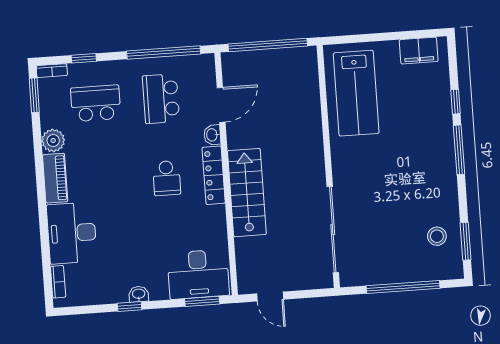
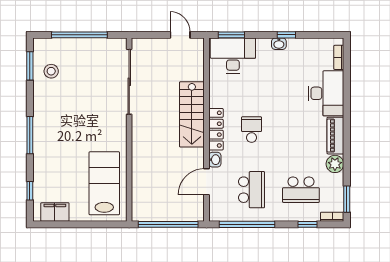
window: (456, 102) -> (30, 191), moved

